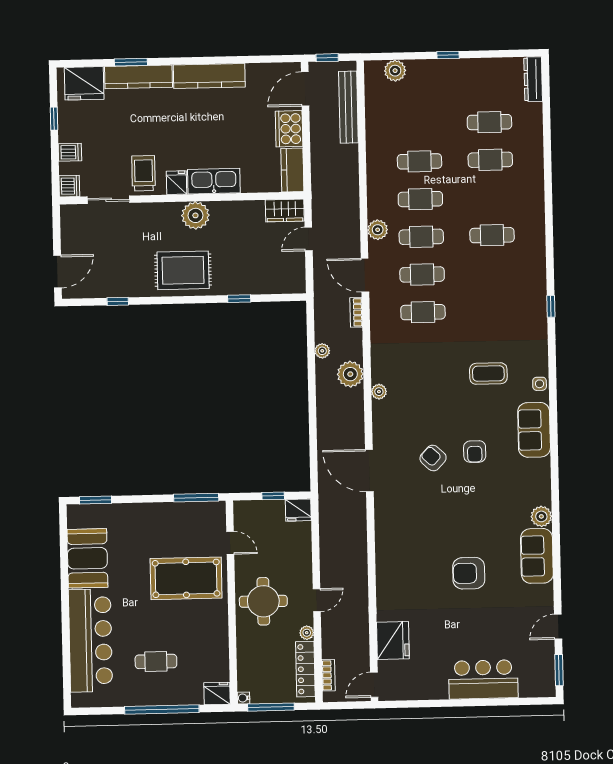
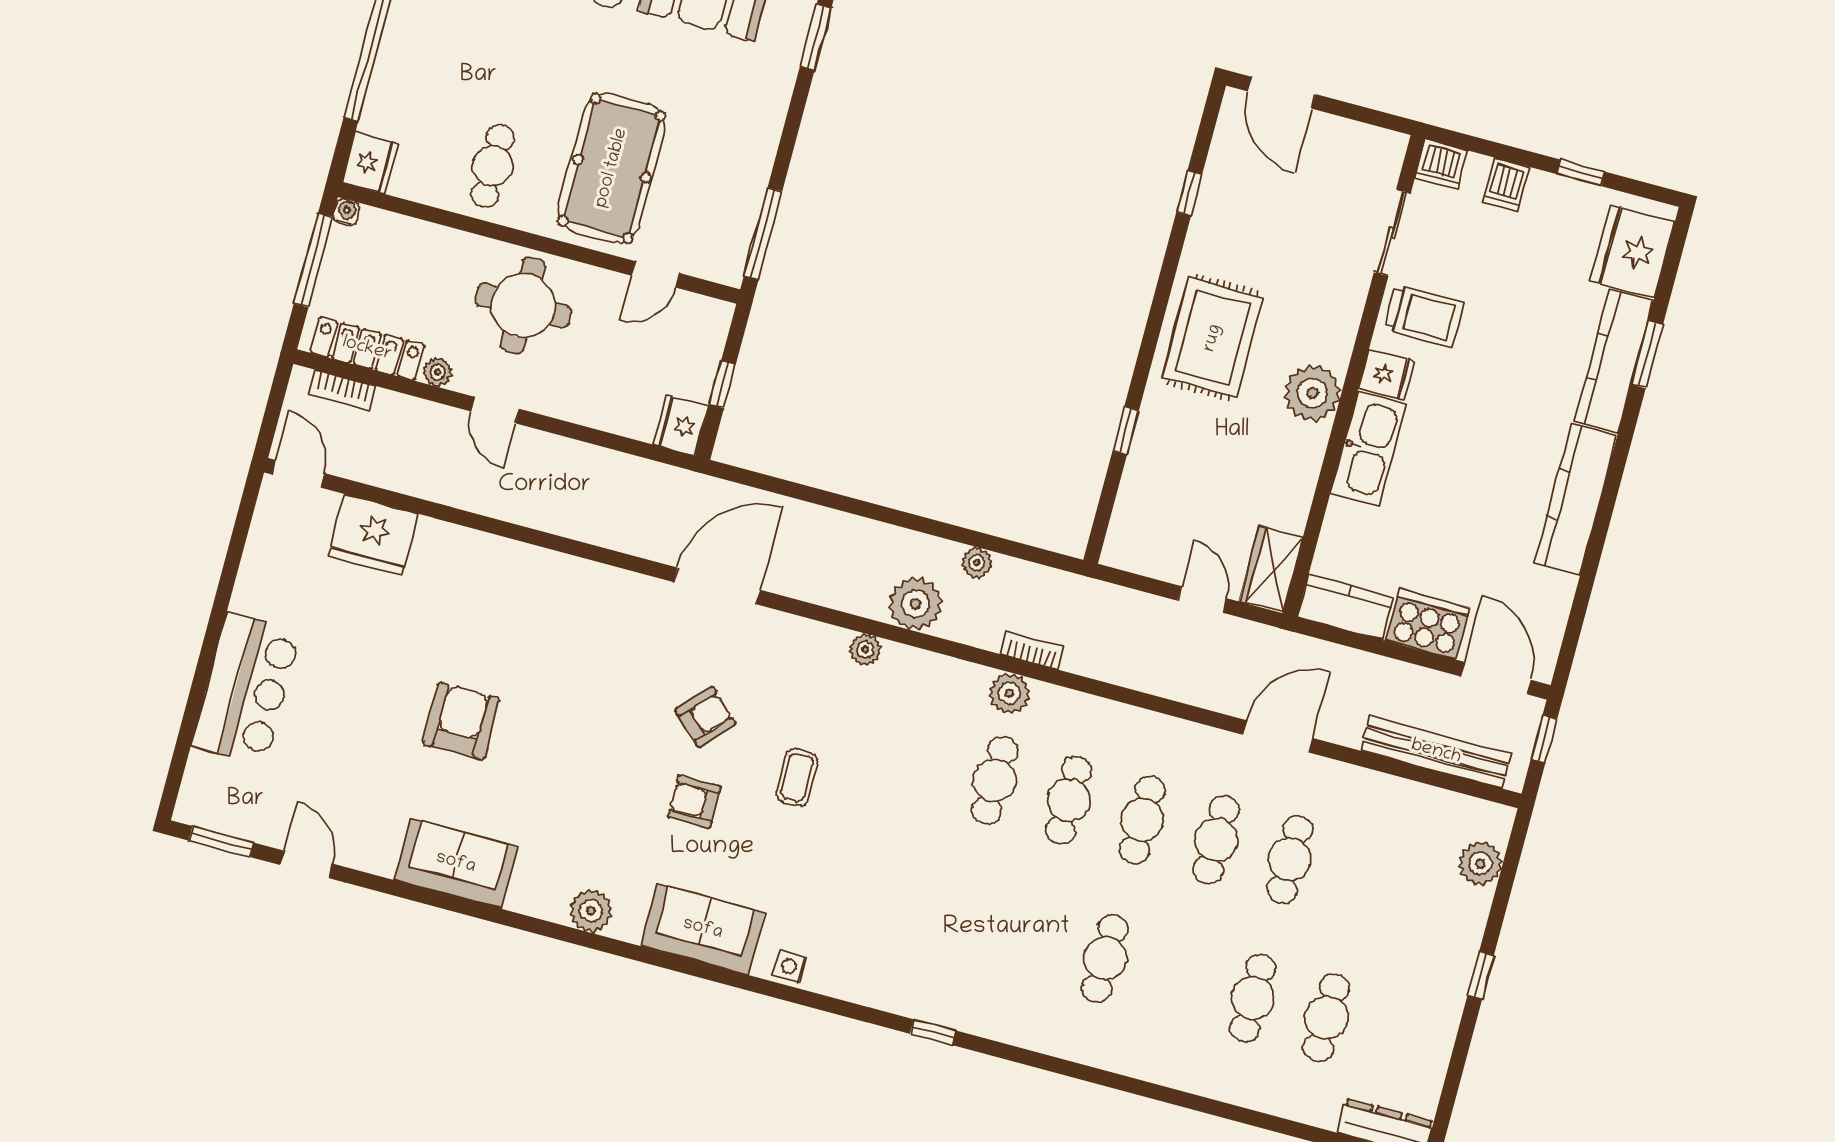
plant: (378, 230) -> (1009, 693), moved
door: (365, 275) -> (1277, 736), moved
coffee table: (488, 374) -> (797, 777), moved, width x0.73, depth x0.77
plant: (541, 516) -> (591, 911), moved
cafe table: (156, 661) -> (493, 166), moved

